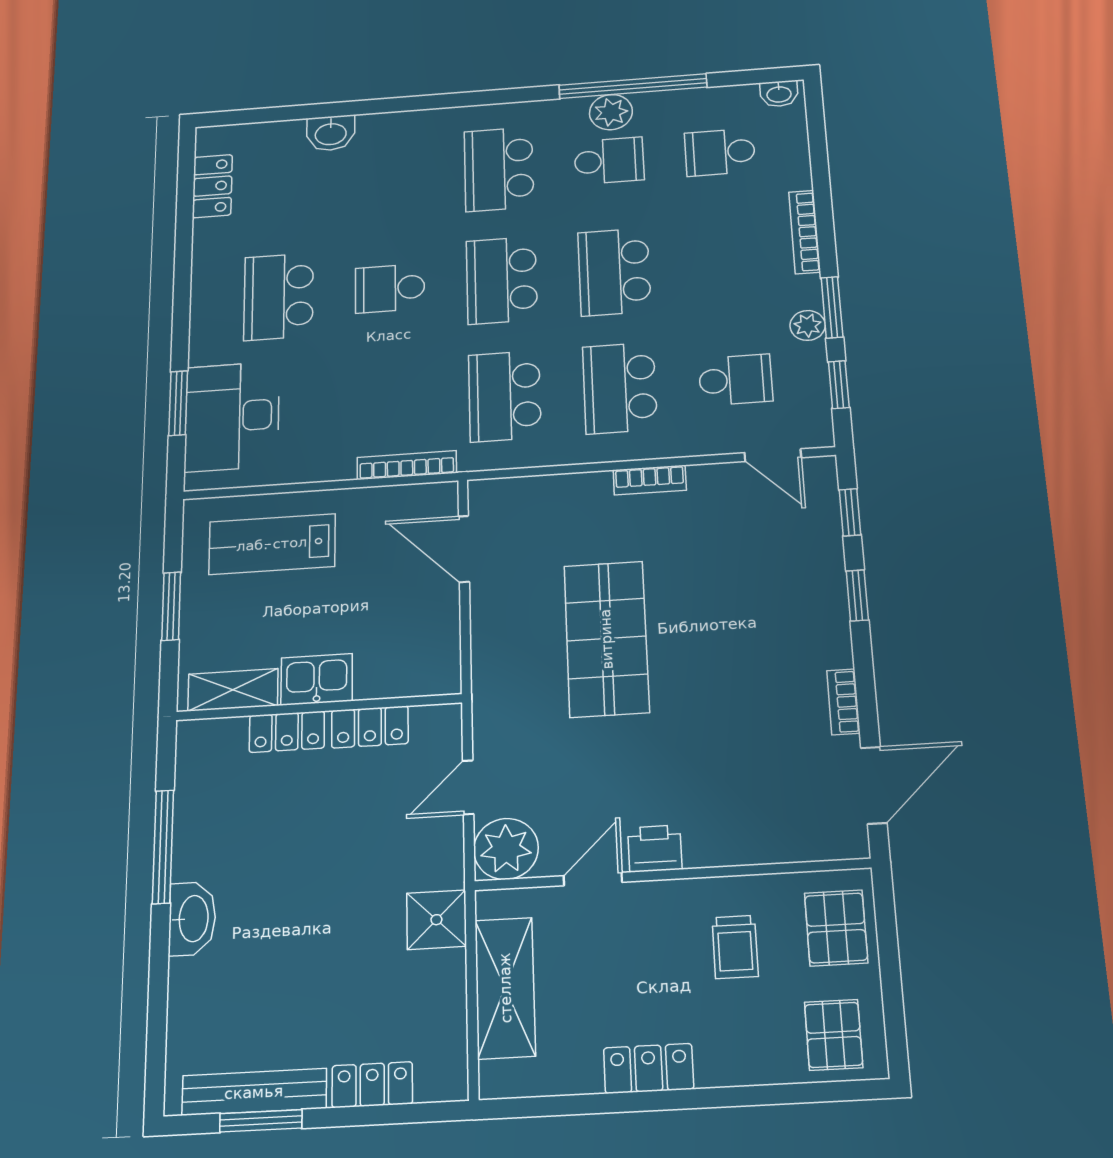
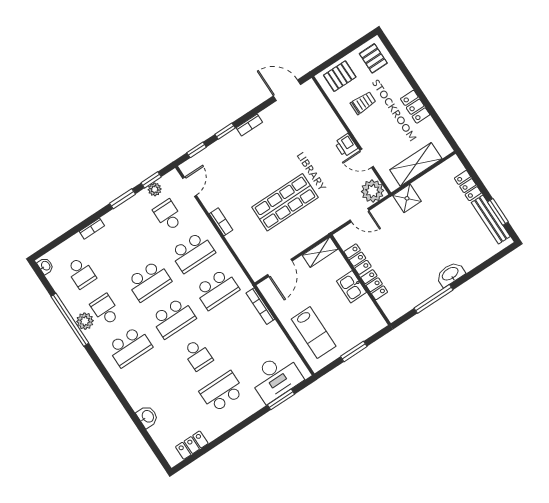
bookcase: (805, 232) -> (92, 229), width x0.64
school desk: (279, 297) -> (222, 392), turned 180
plant: (808, 325) -> (155, 189), moved
shelving: (233, 690) -> (320, 252), moved, turned 90
bookcase: (843, 702) -> (249, 125), moved
pallet: (834, 1035) -> (373, 58), turned 90

